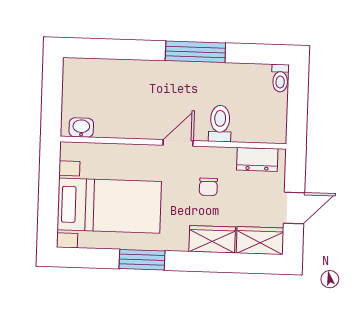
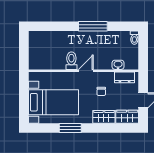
toilet: (220, 124) -> (71, 61), moved
washbasin: (81, 128) -> (118, 65), moved

